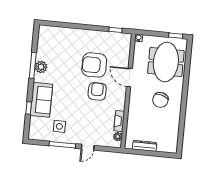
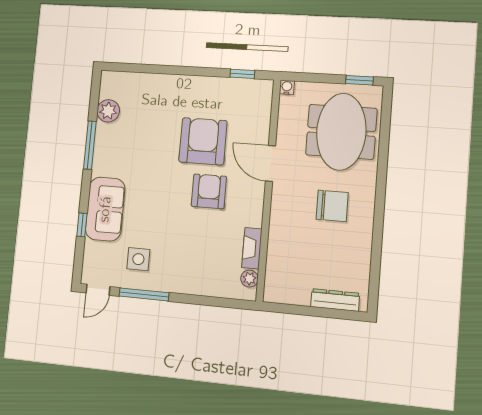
armchair: (94, 65) -> (203, 141), turned 90
plant: (41, 67) -> (108, 111), moved
chair: (160, 100) -> (332, 206), turned -107
dresser: (145, 146) -> (335, 300), moved
door: (88, 147) -> (98, 290), moved

